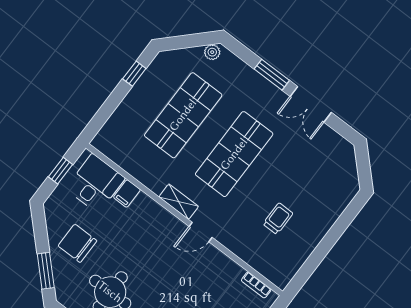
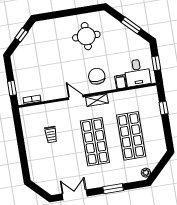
window: (134, 74) -> (164, 108), moved
double door: (311, 104) -> (75, 195), moved
door: (201, 232) -> (76, 97), hinge flipped
chair: (77, 243) -> (97, 76), moved, turned -90
window: (46, 271) -> (131, 25), moved

